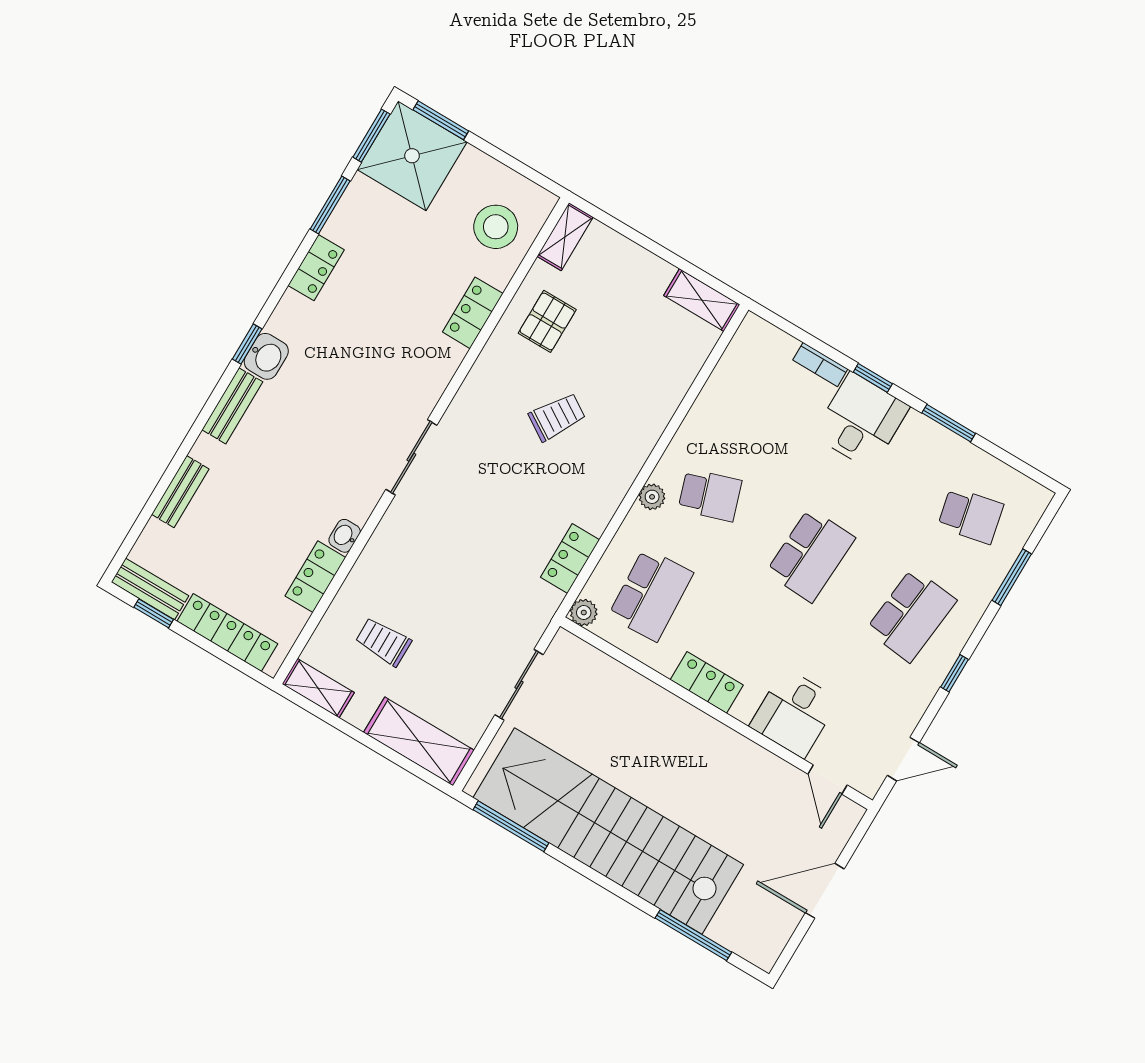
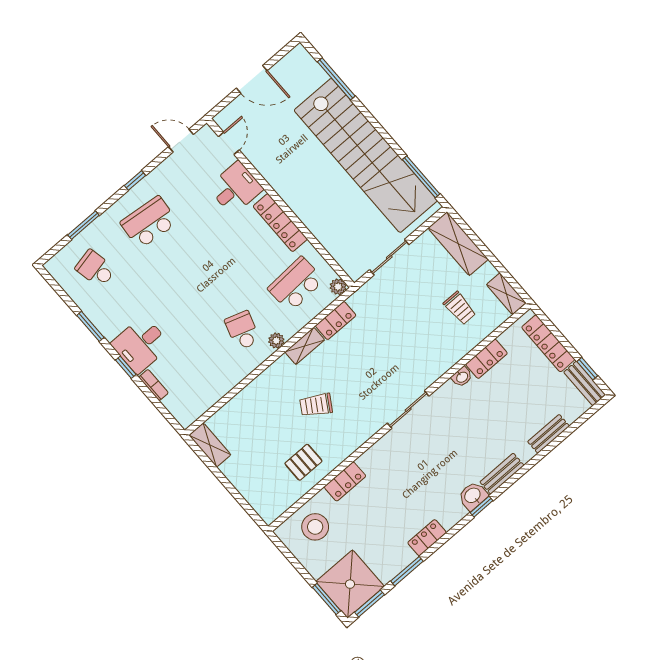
shelving: (565, 237) -> (305, 346), moved
school desk: (710, 495) -> (242, 330), turned 36
school desk: (811, 555) -> (196, 276), removed
locker: (707, 682) -> (280, 223), width x1.53

